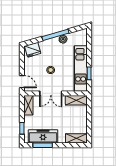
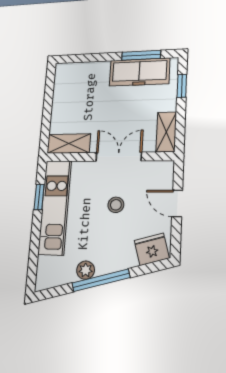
door: (22, 82) -> (177, 203), moved
shelving: (76, 138) -> (75, 71), removed

